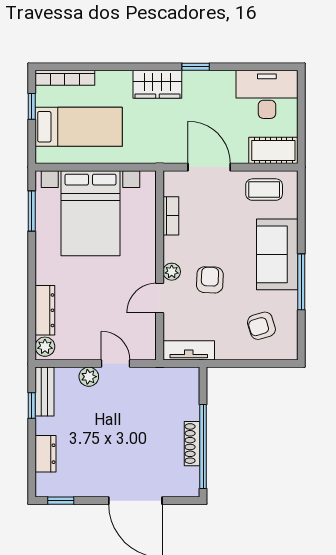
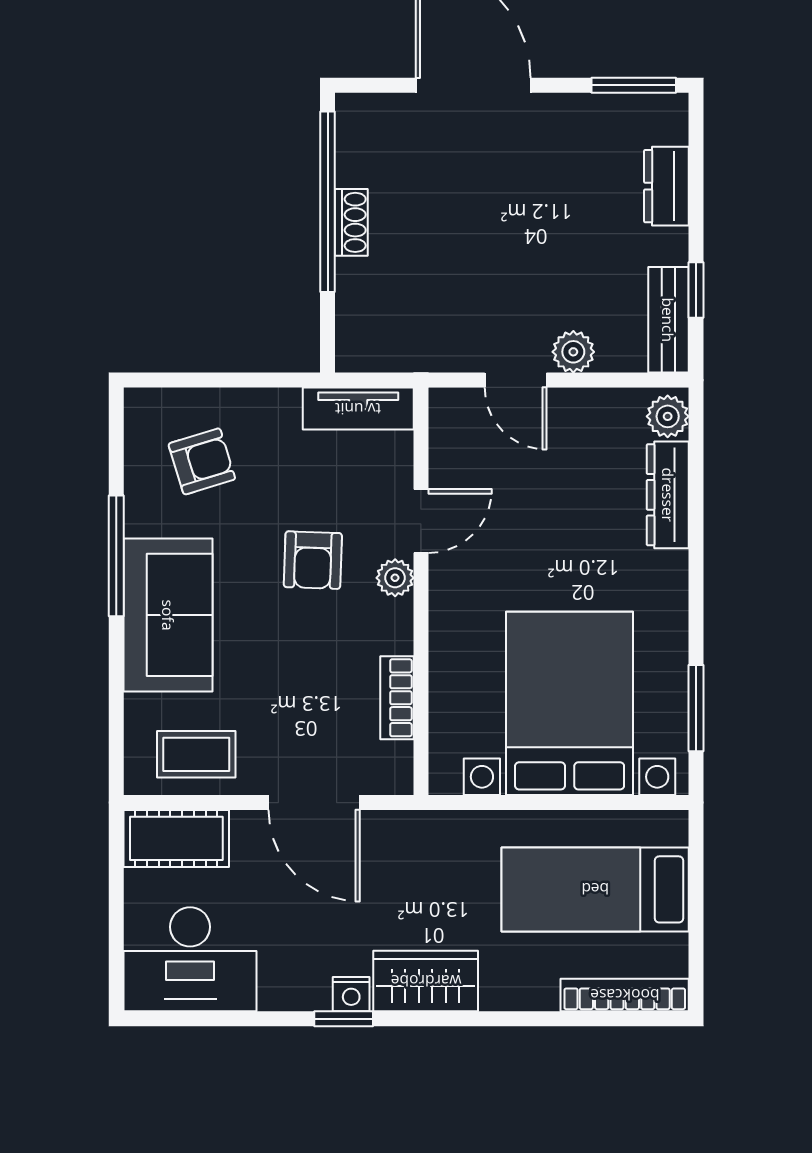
nightstand: (192, 78) -> (351, 994), added
window: (32, 106) -> (696, 933), removed
shoe rack: (192, 444) -> (351, 222), width x0.70
window: (61, 501) -> (634, 85), width x1.50

